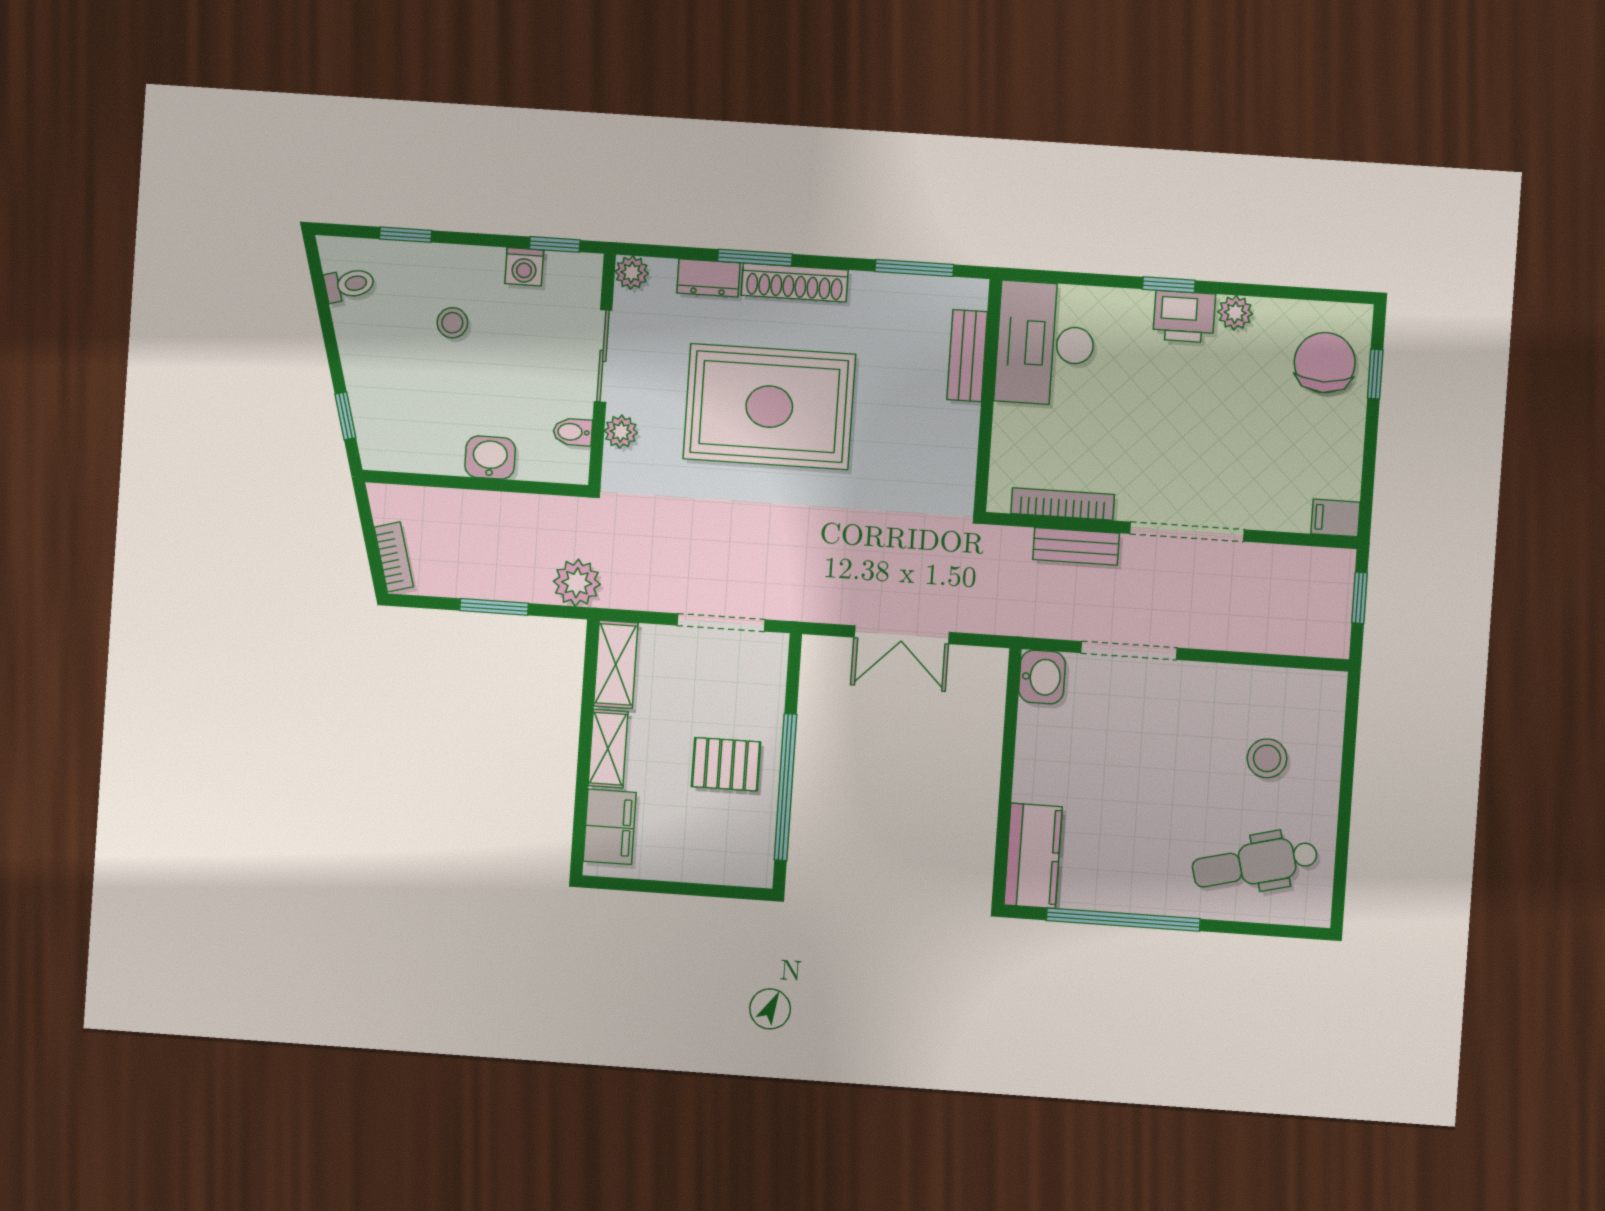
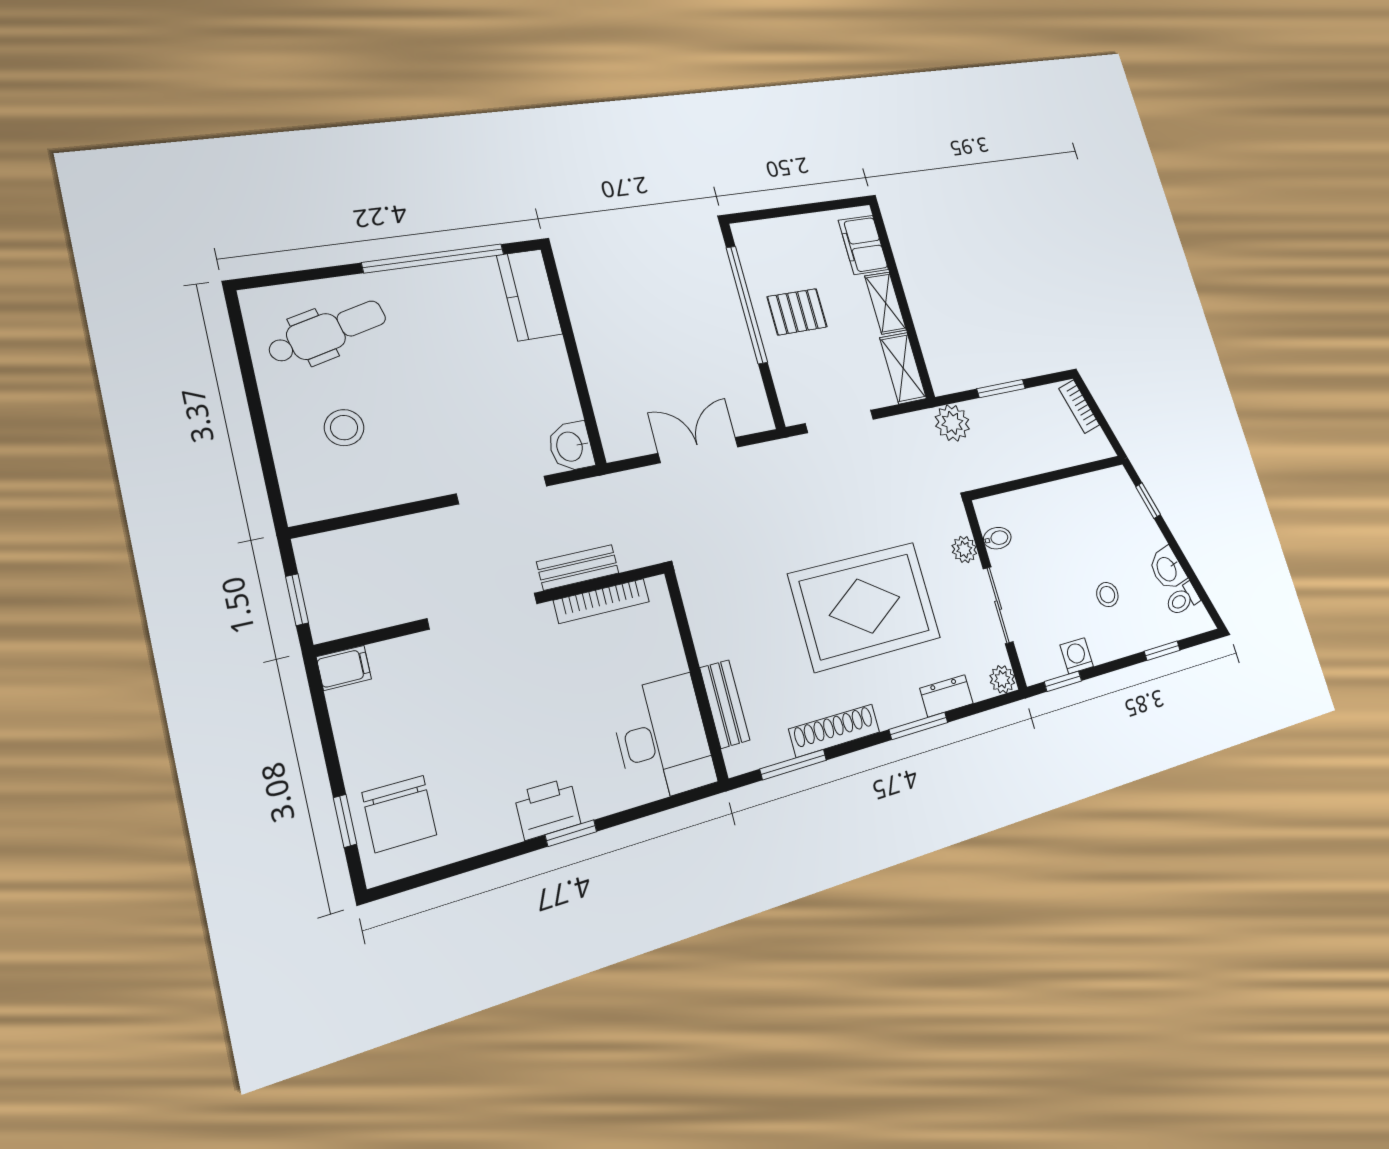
shoe rack: (795, 283) -> (834, 731), moved
plant: (1235, 313) -> (501, 830), removed
washbasin: (490, 458) -> (1167, 569), moved, turned 75

